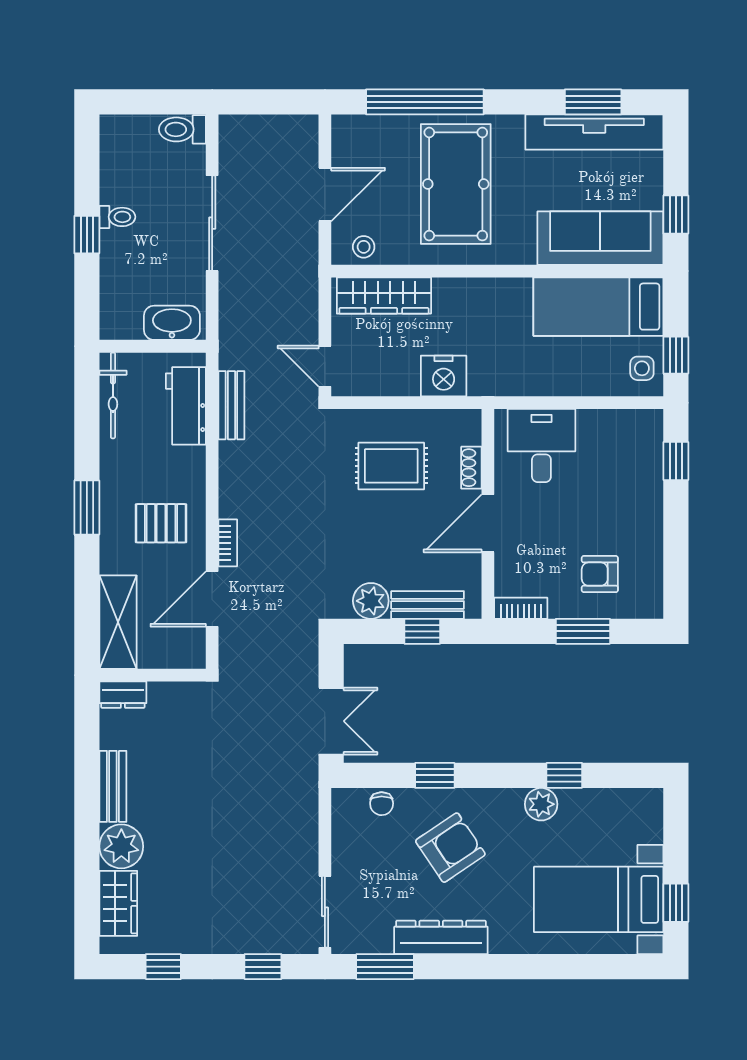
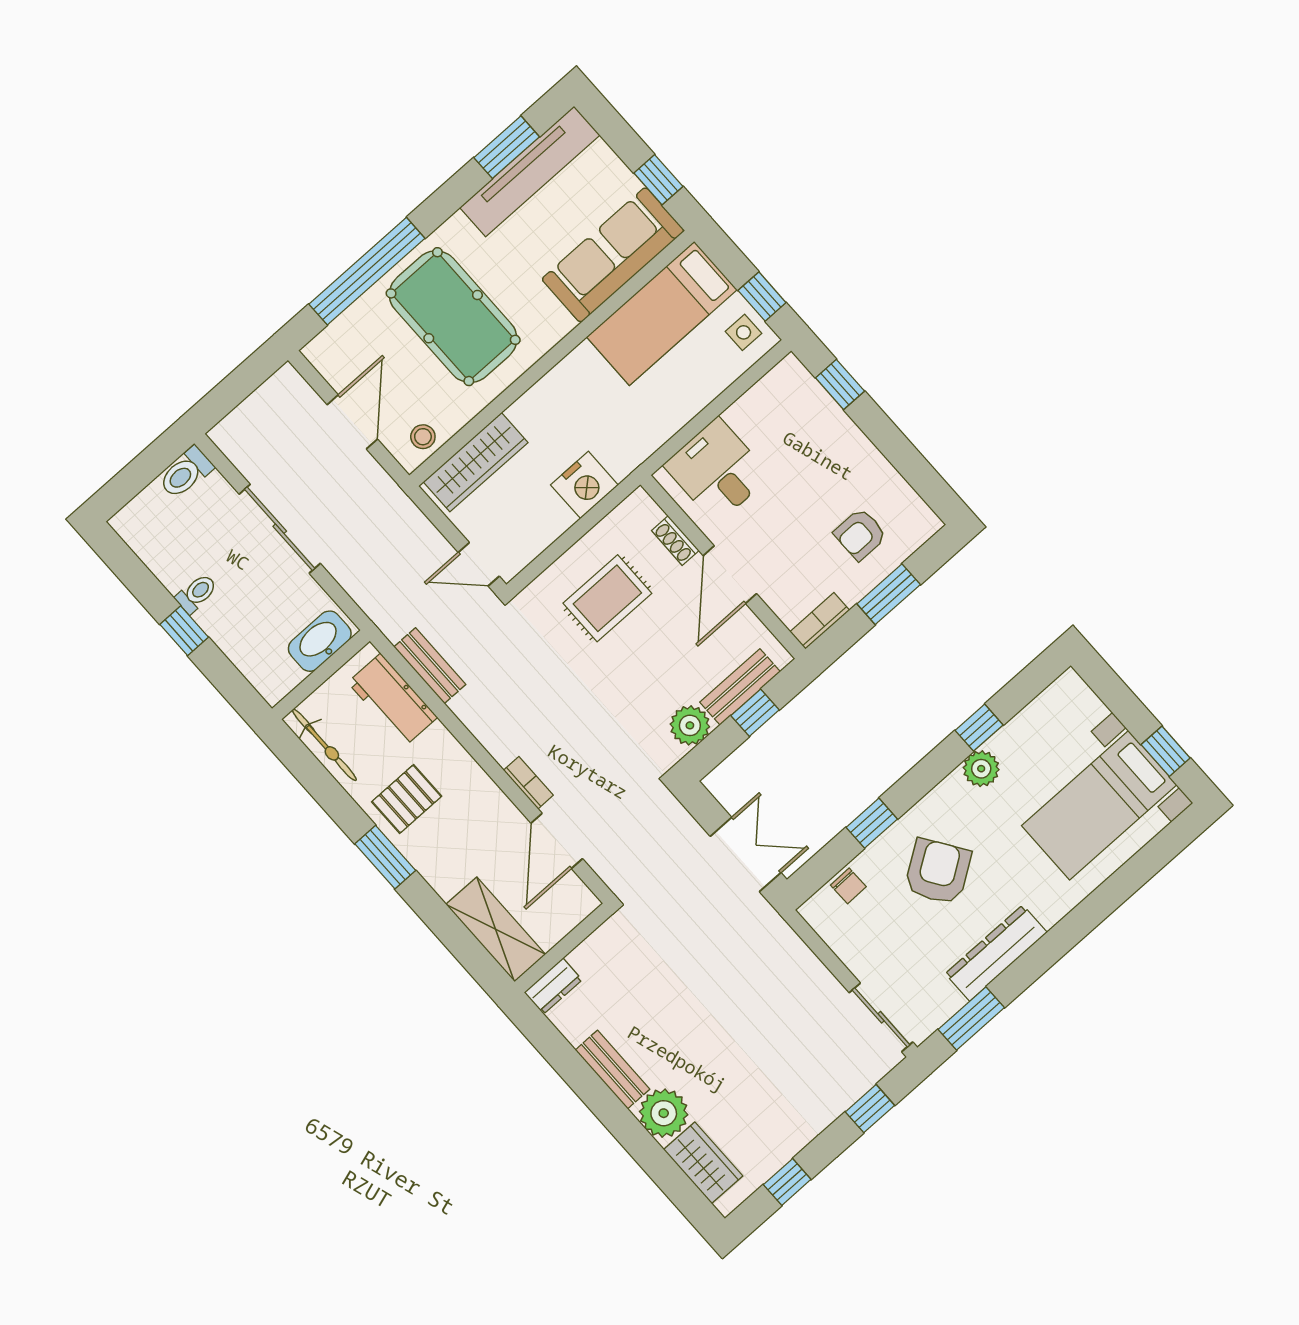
pallet: (161, 523) -> (407, 799), moved

